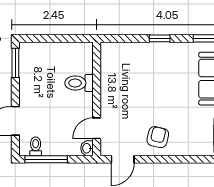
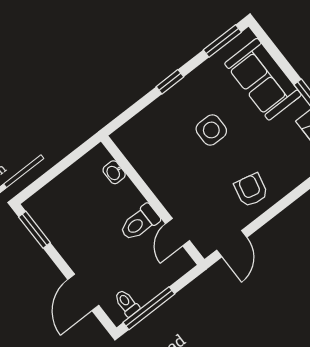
toilet: (79, 83) -> (140, 223), moved
side table: (162, 85) -> (211, 130), added
washbasin: (87, 148) -> (114, 172), moved

